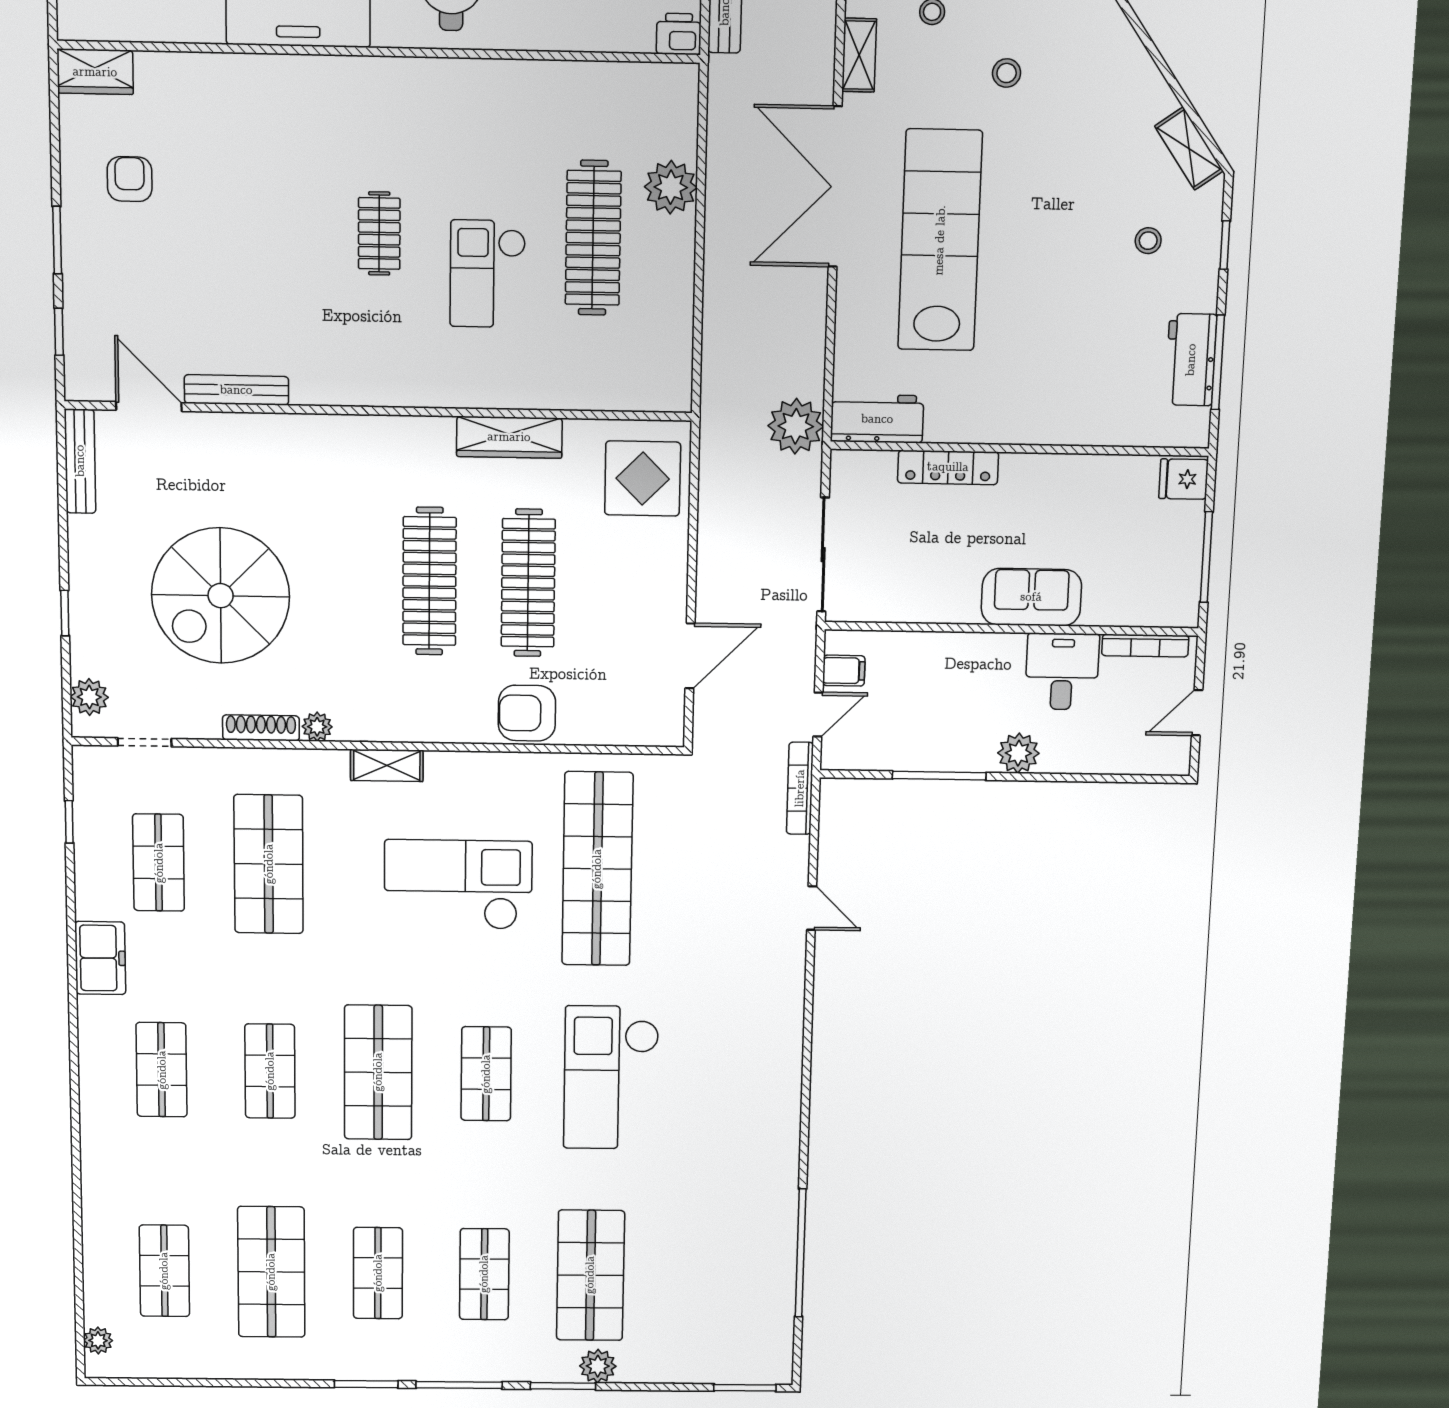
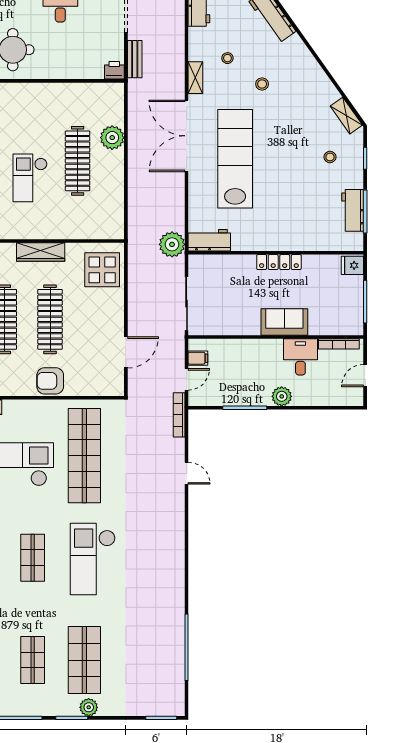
locker: (948, 467) -> (279, 262), moved

